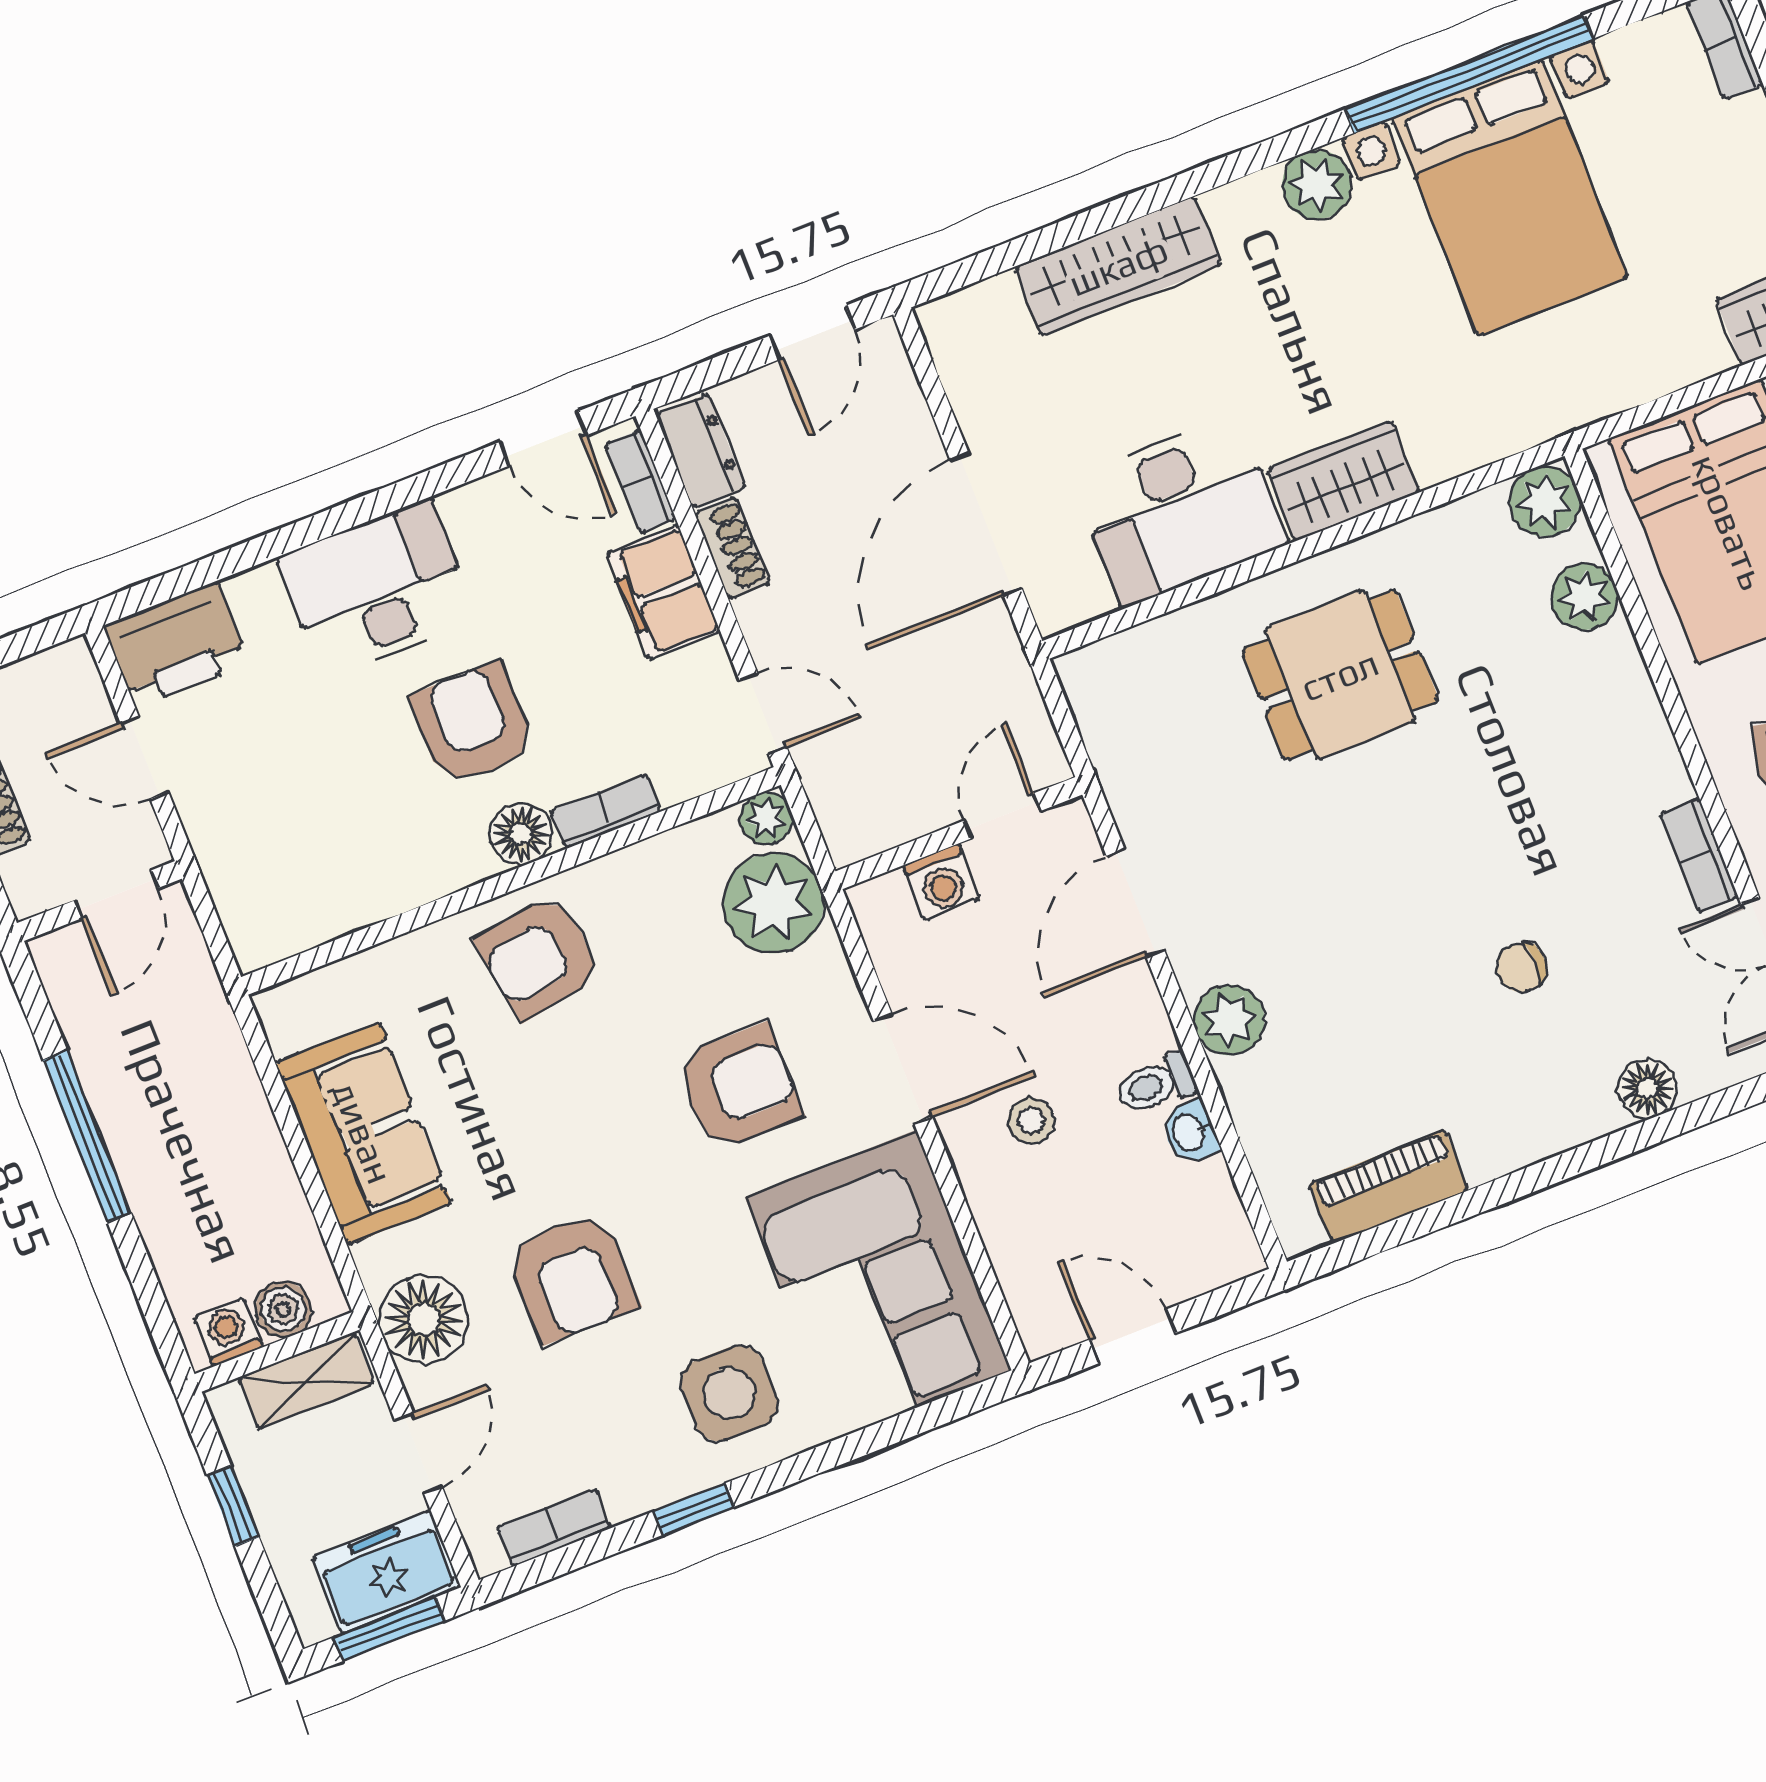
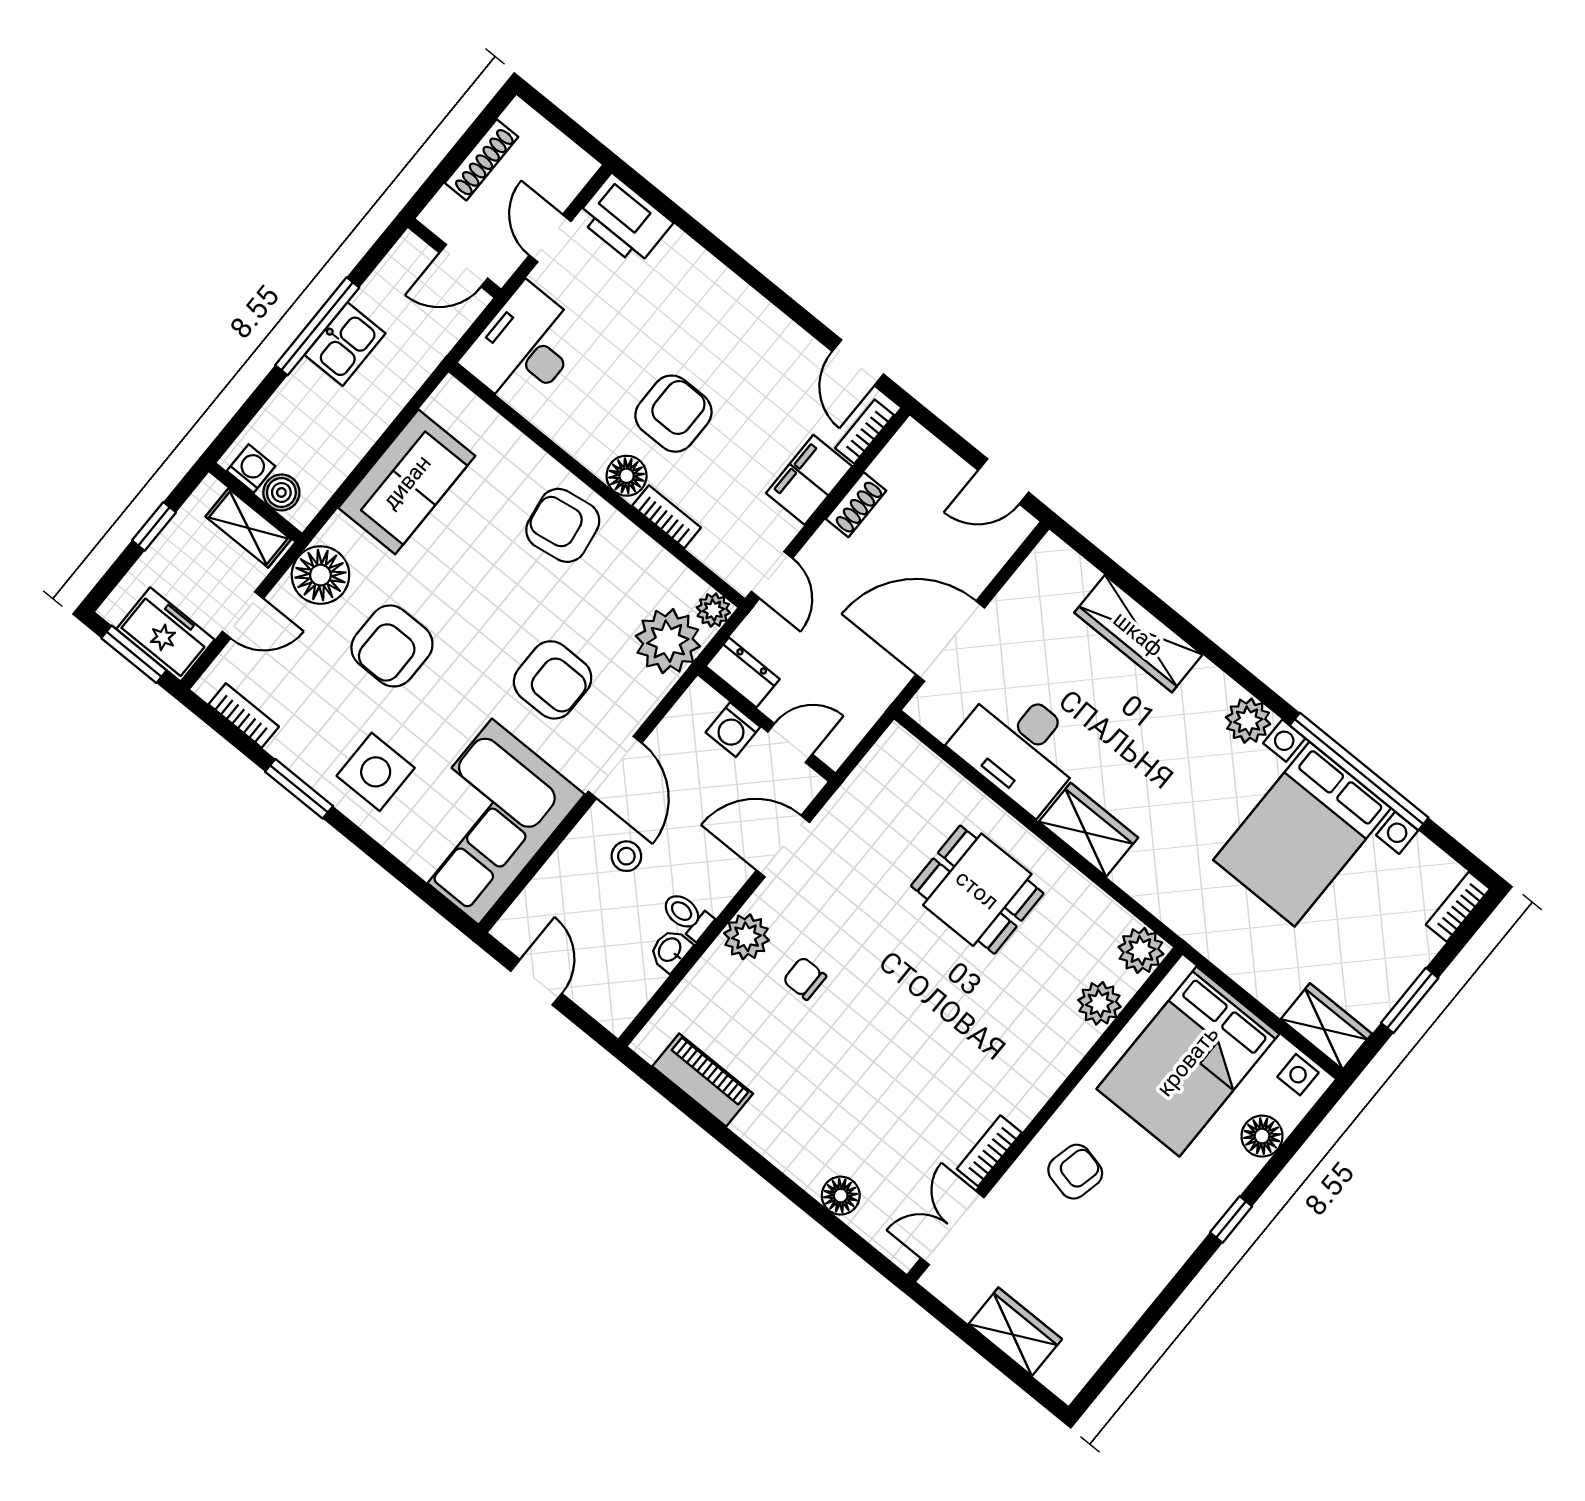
dresser: (700, 451) -> (743, 673), moved, turned -90
desk: (377, 589) -> (524, 348), moved, turned -90
chair: (1521, 968) -> (805, 978), moved
kitchen sink: (132, 1112) -> (345, 344), added
window: (694, 1509) -> (299, 789), width x1.50

